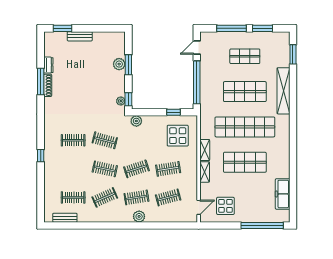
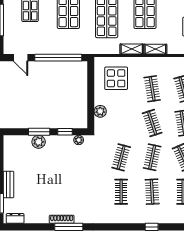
dresser: (48, 65) -> (15, 218), moved
window: (41, 82) -> (69, 227), moved
window: (128, 99) -> (65, 132), moved
window: (173, 112) -> (91, 83), removed
plant: (136, 121) -> (100, 111), moved
window: (41, 156) -> (152, 227), moved
clothes rail: (73, 169) -> (152, 192), added

